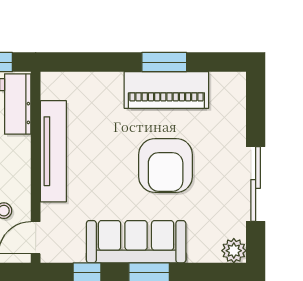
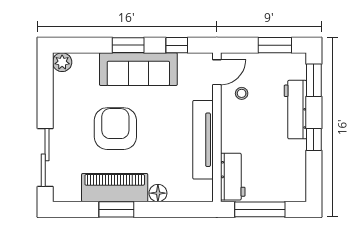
floor lamp: (111, 83) -> (158, 193), added
sliding door: (256, 184) -> (45, 157), moved

